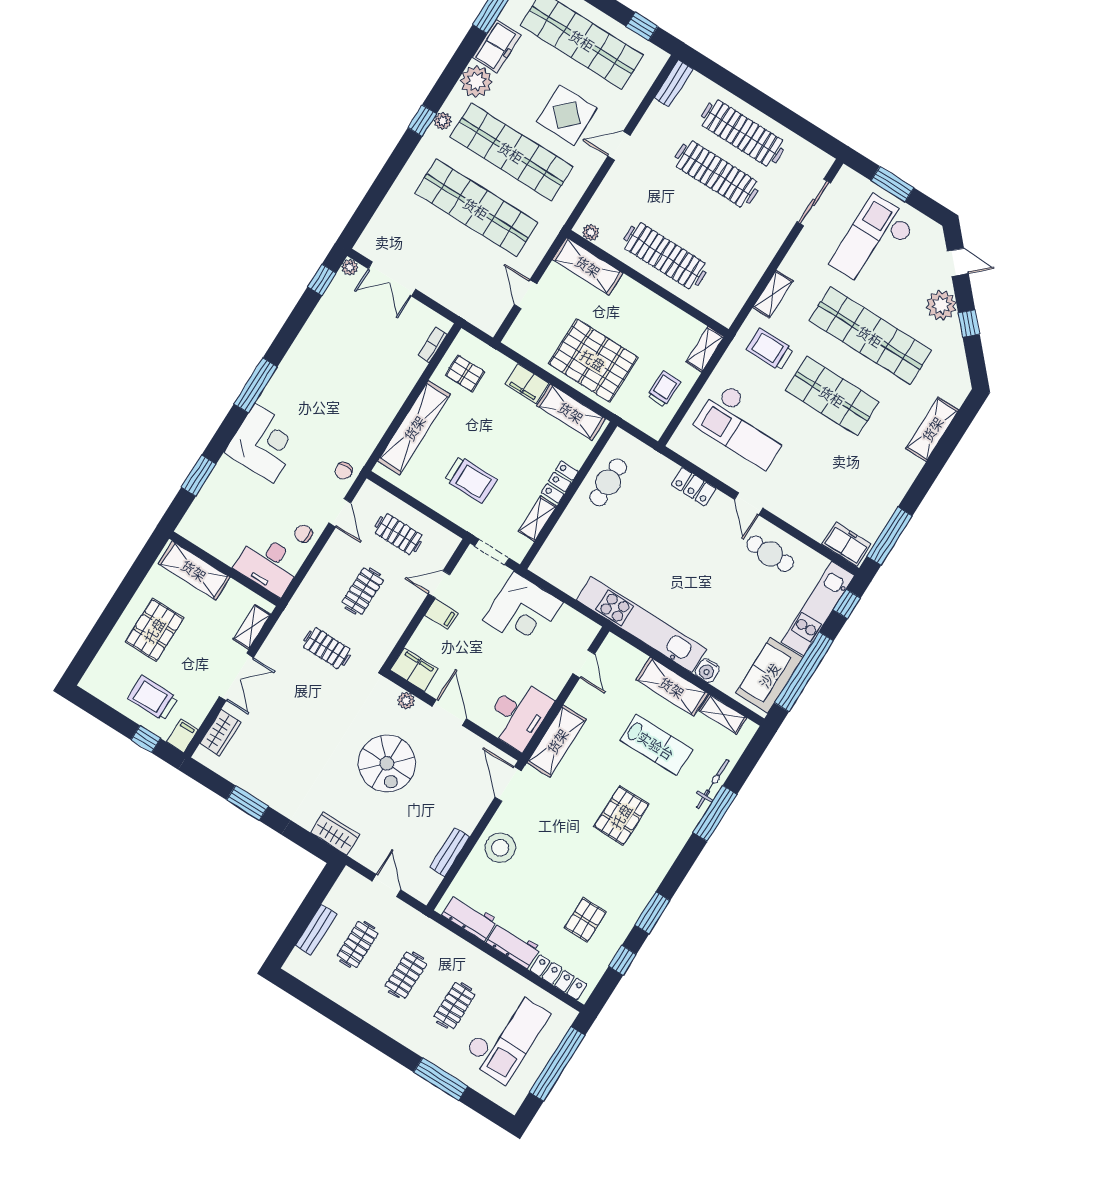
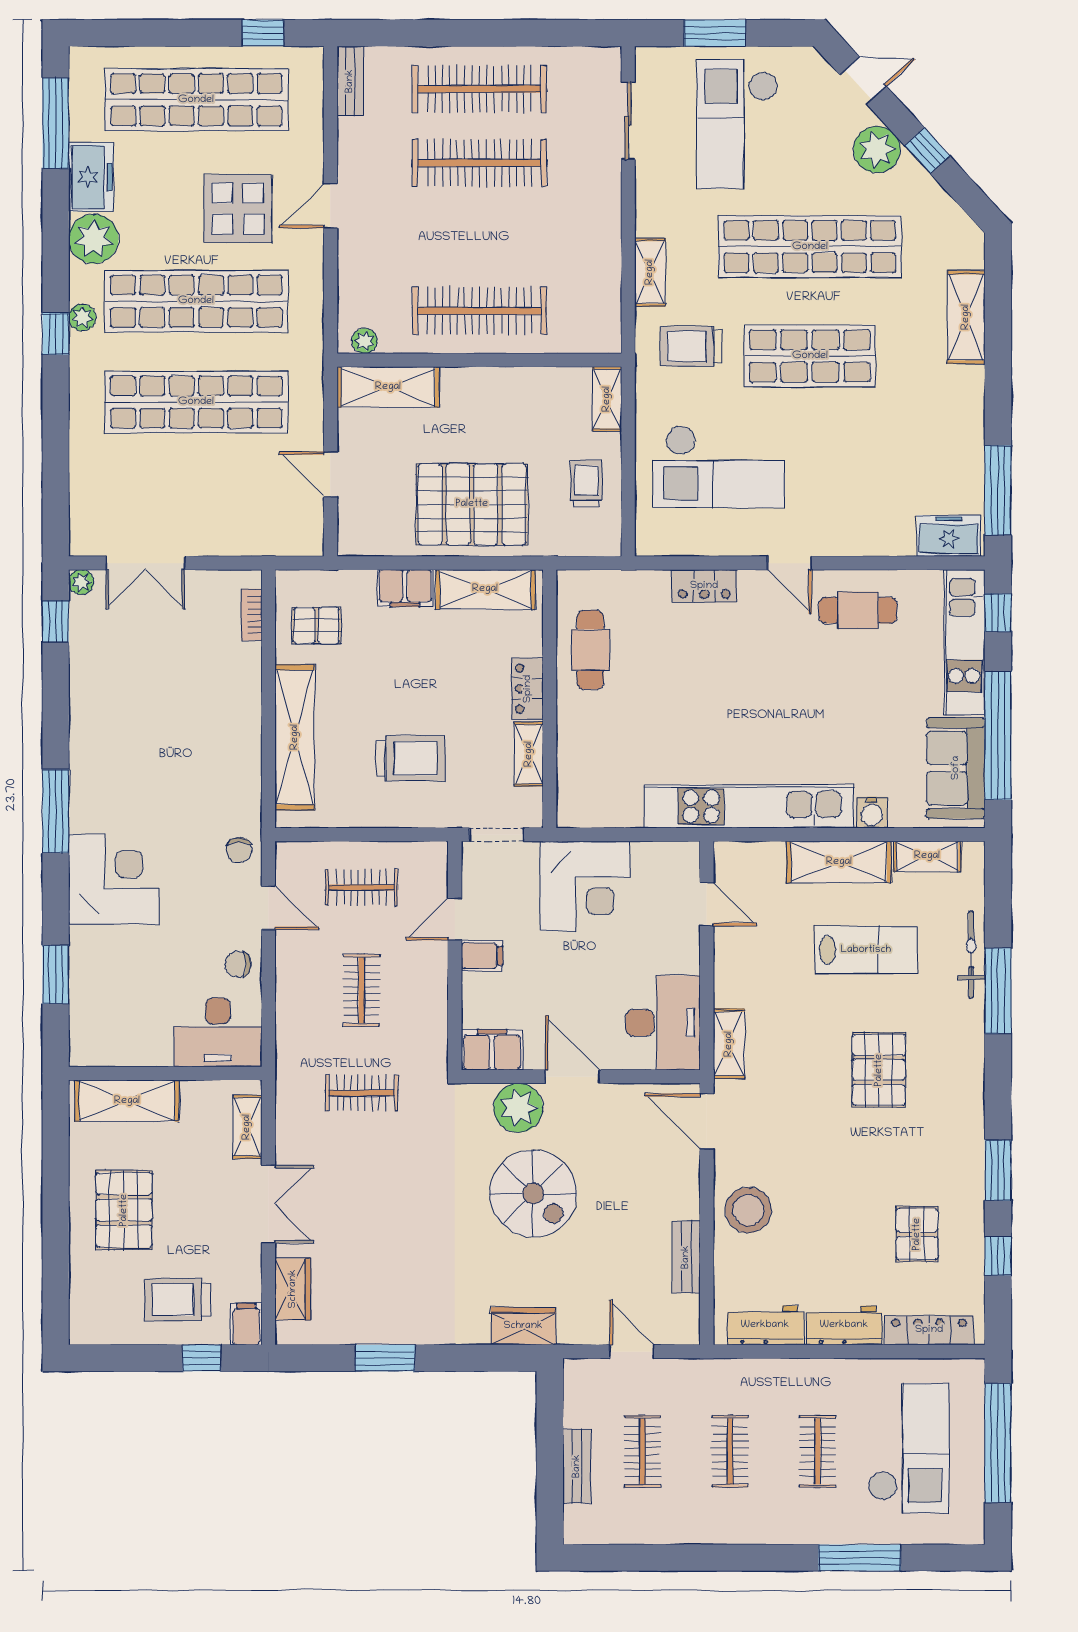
plant: (406, 701) -> (518, 1108), width x1.88, depth x1.88
shelving: (557, 741) -> (729, 1044), width x0.67, depth x0.75

